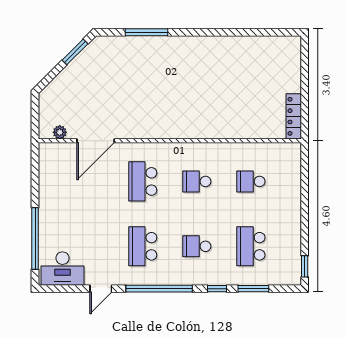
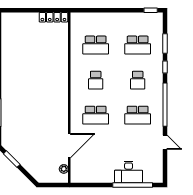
door: (96, 141) -> (69, 146), hinge flipped
school desk: (251, 181) -> (96, 45), width x1.85
desk: (62, 269) -> (129, 172), moved, turned 90

